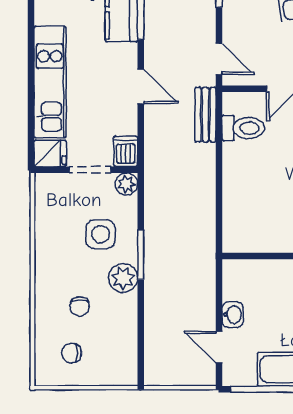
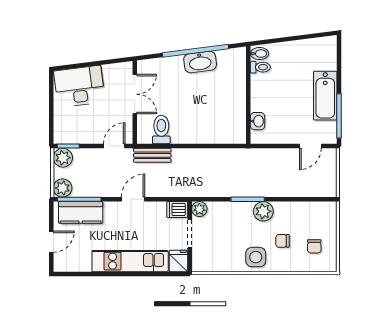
side table: (100, 234) -> (256, 257), moved
chair: (80, 306) -> (282, 241), turned 180
washbasin: (233, 315) -> (258, 121), moved, turned 90

